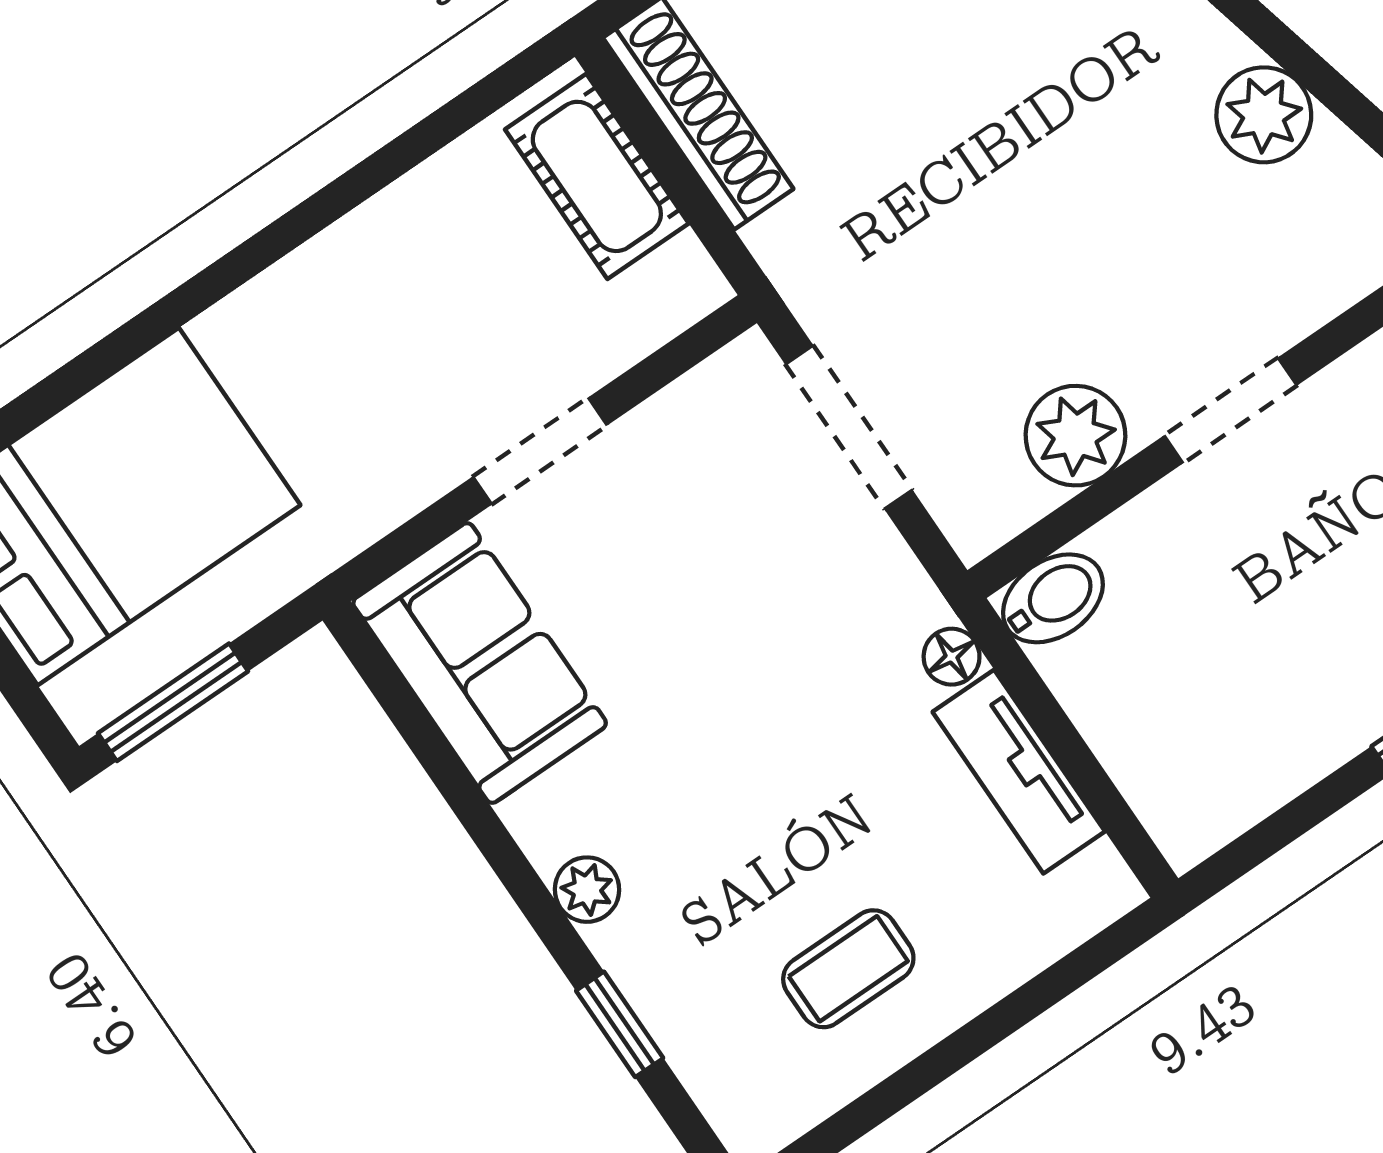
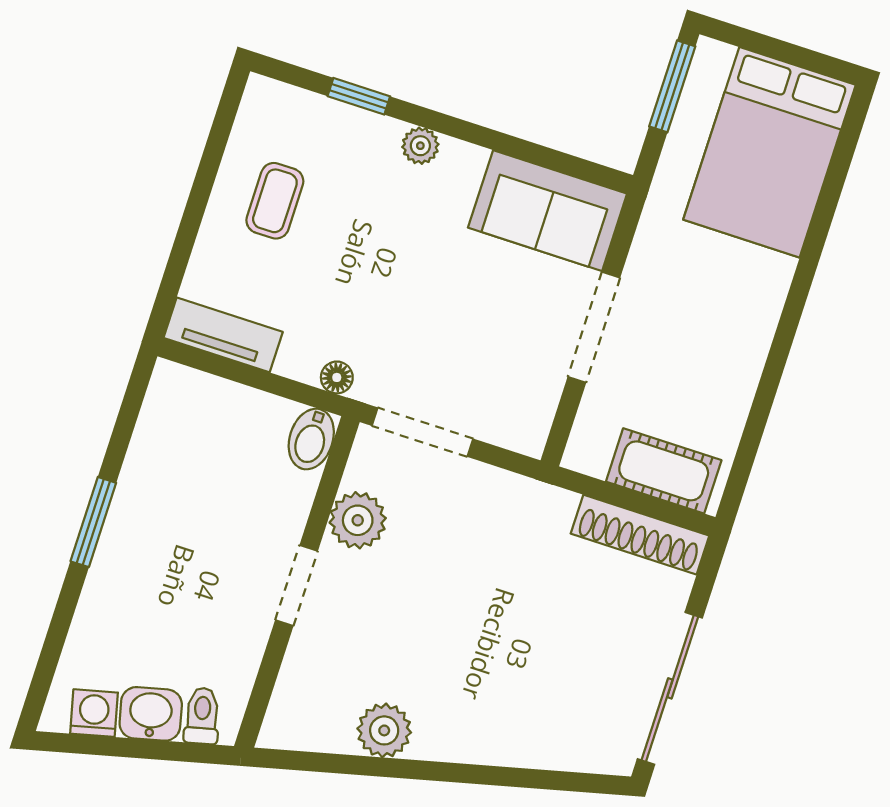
doorway: (849, 427) -> (422, 432), moved
doorway: (540, 451) -> (594, 327), width x1.38
tv unit: (1019, 772) -> (223, 335), moved

